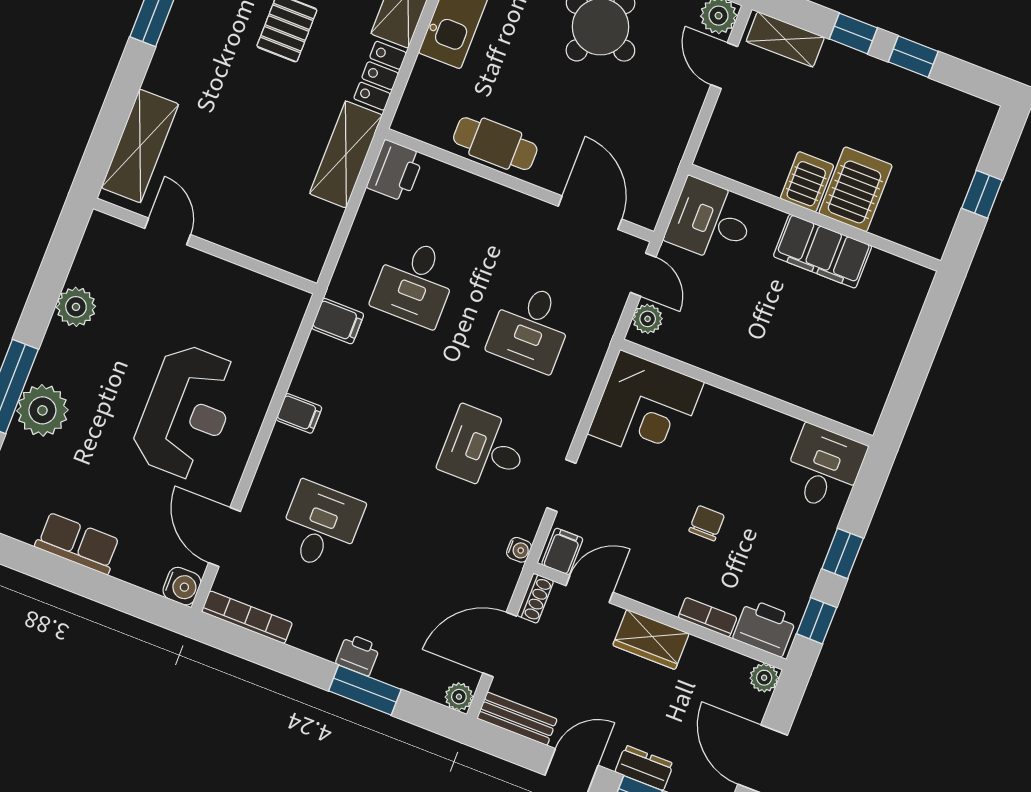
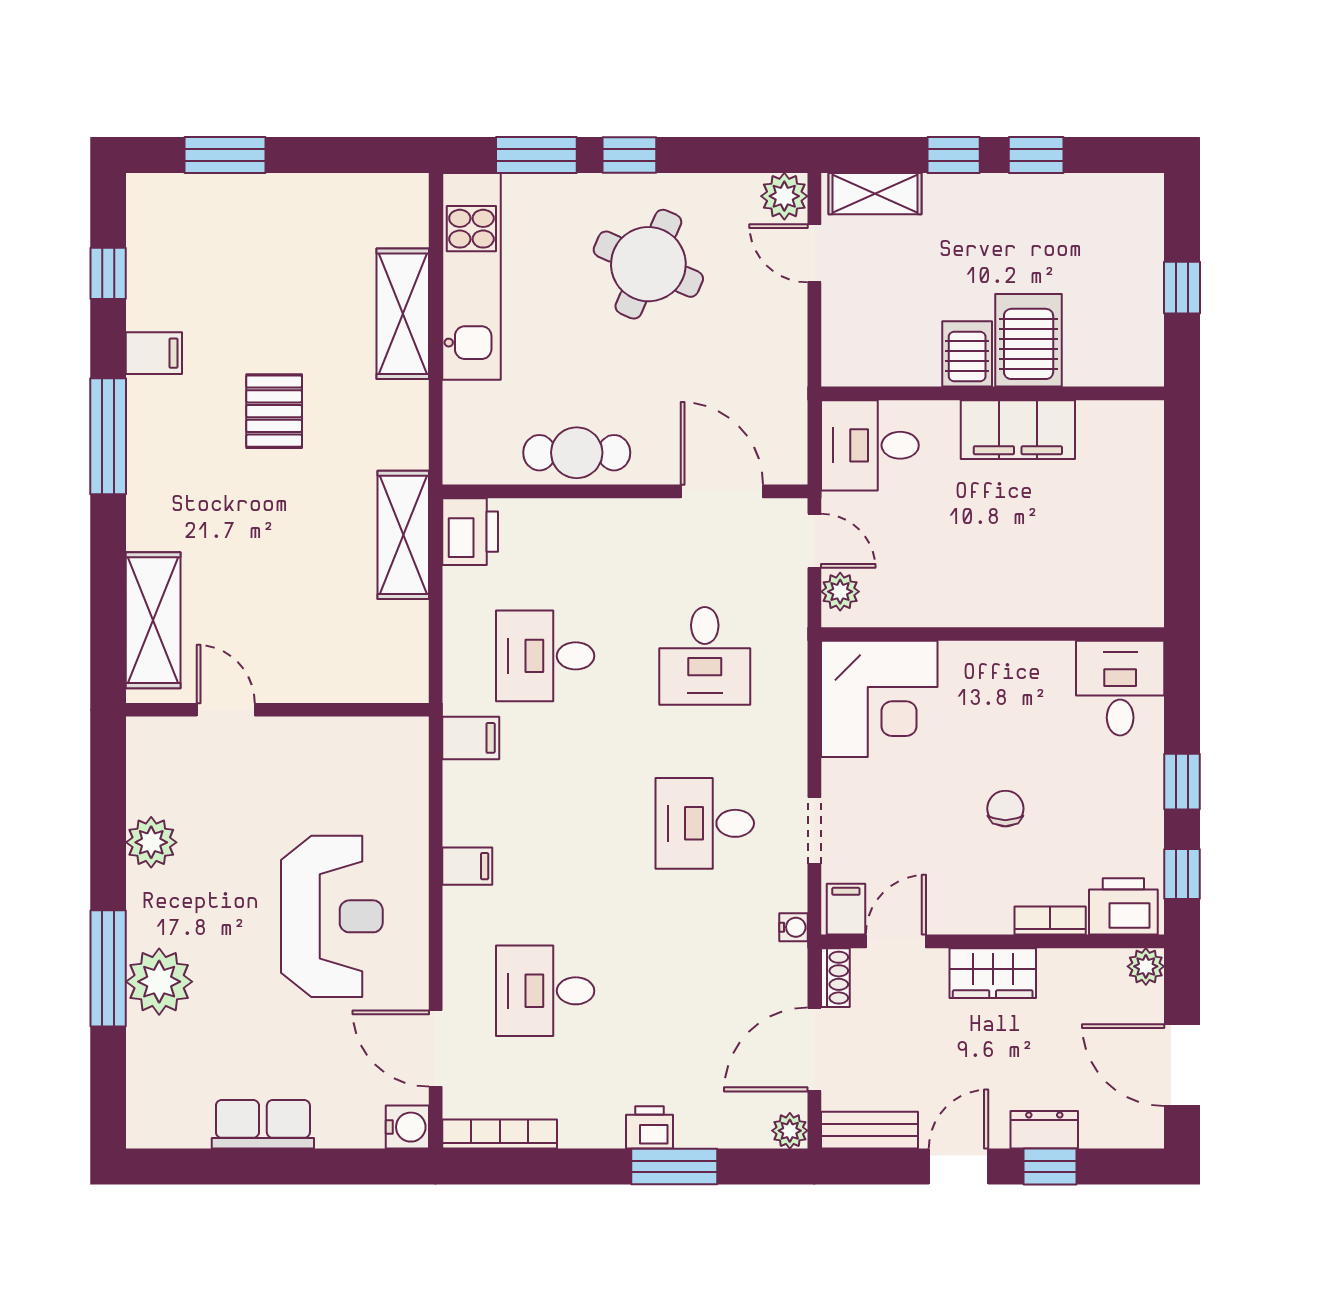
locker: (380, 76) -> (408, 425), removed
desk: (415, 282) -> (545, 656), turned 90
desk: (321, 526) -> (545, 991), turned -90

